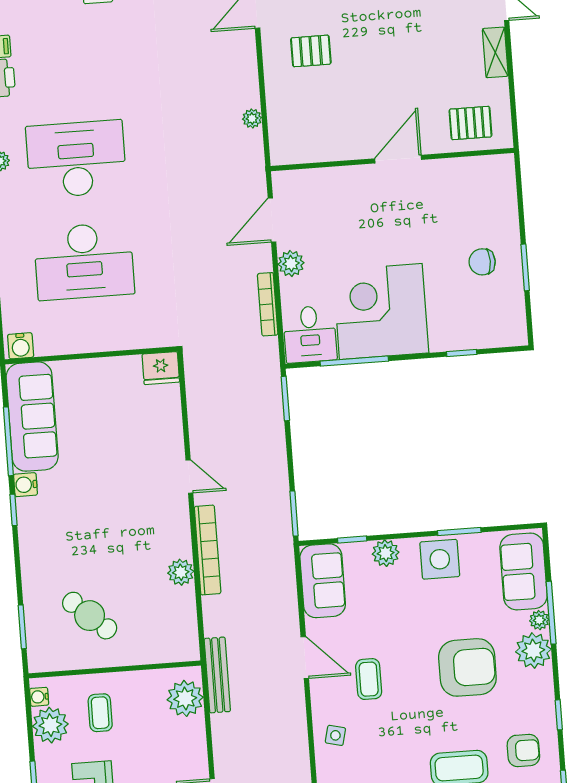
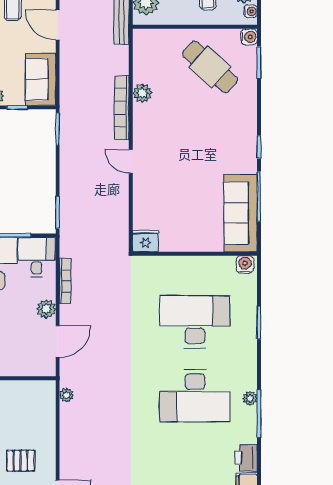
plant: (252, 118) -> (66, 395), moved
water cooler: (25, 485) -> (249, 37), moved
cafe table: (90, 616) -> (210, 67), width x1.37, depth x1.35

